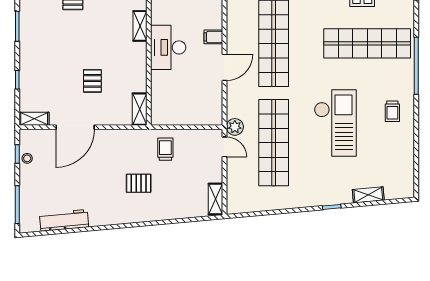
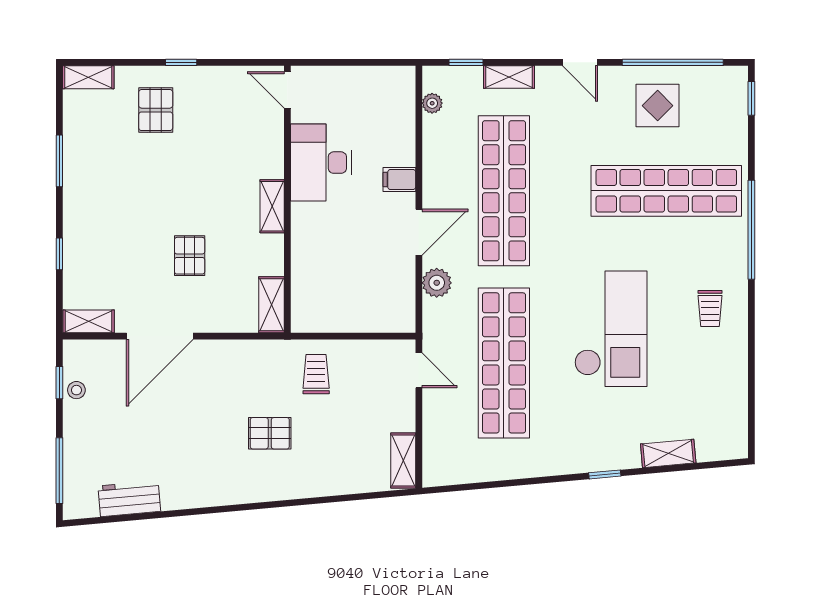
shelving: (140, 26) -> (272, 206), moved
desk: (168, 47) -> (321, 163), moved
plant: (235, 127) -> (437, 283), moved
workbench: (64, 220) -> (129, 499), width x0.73

